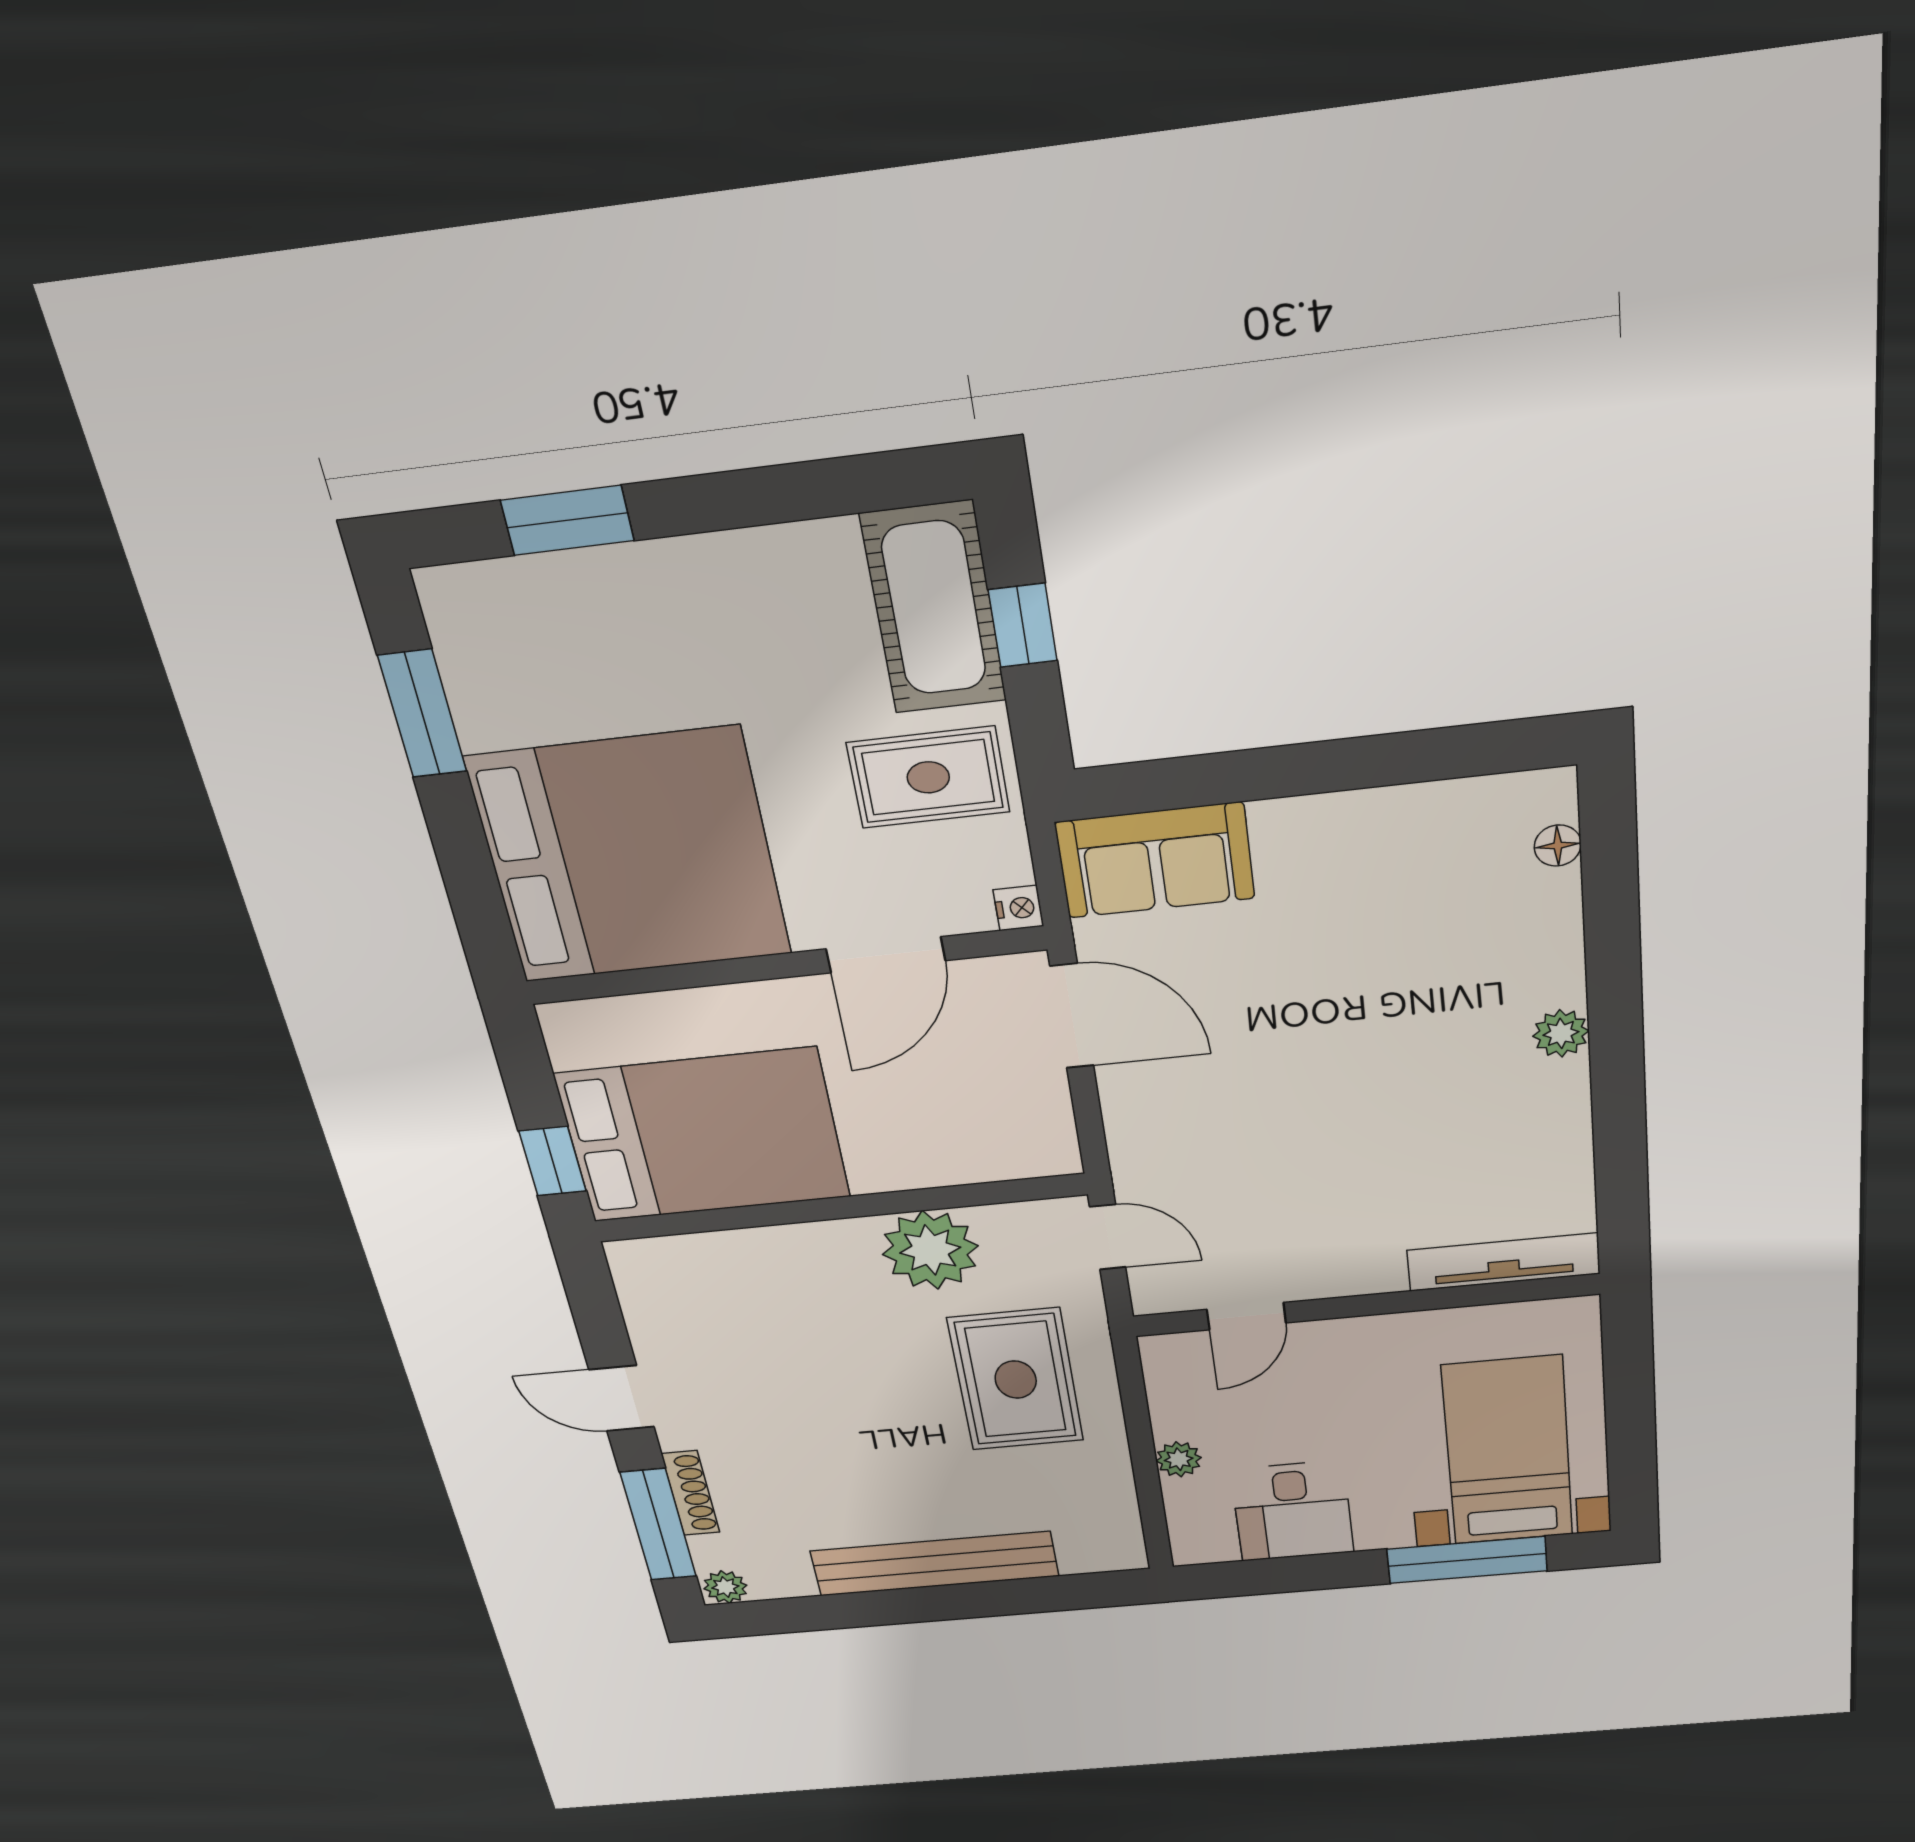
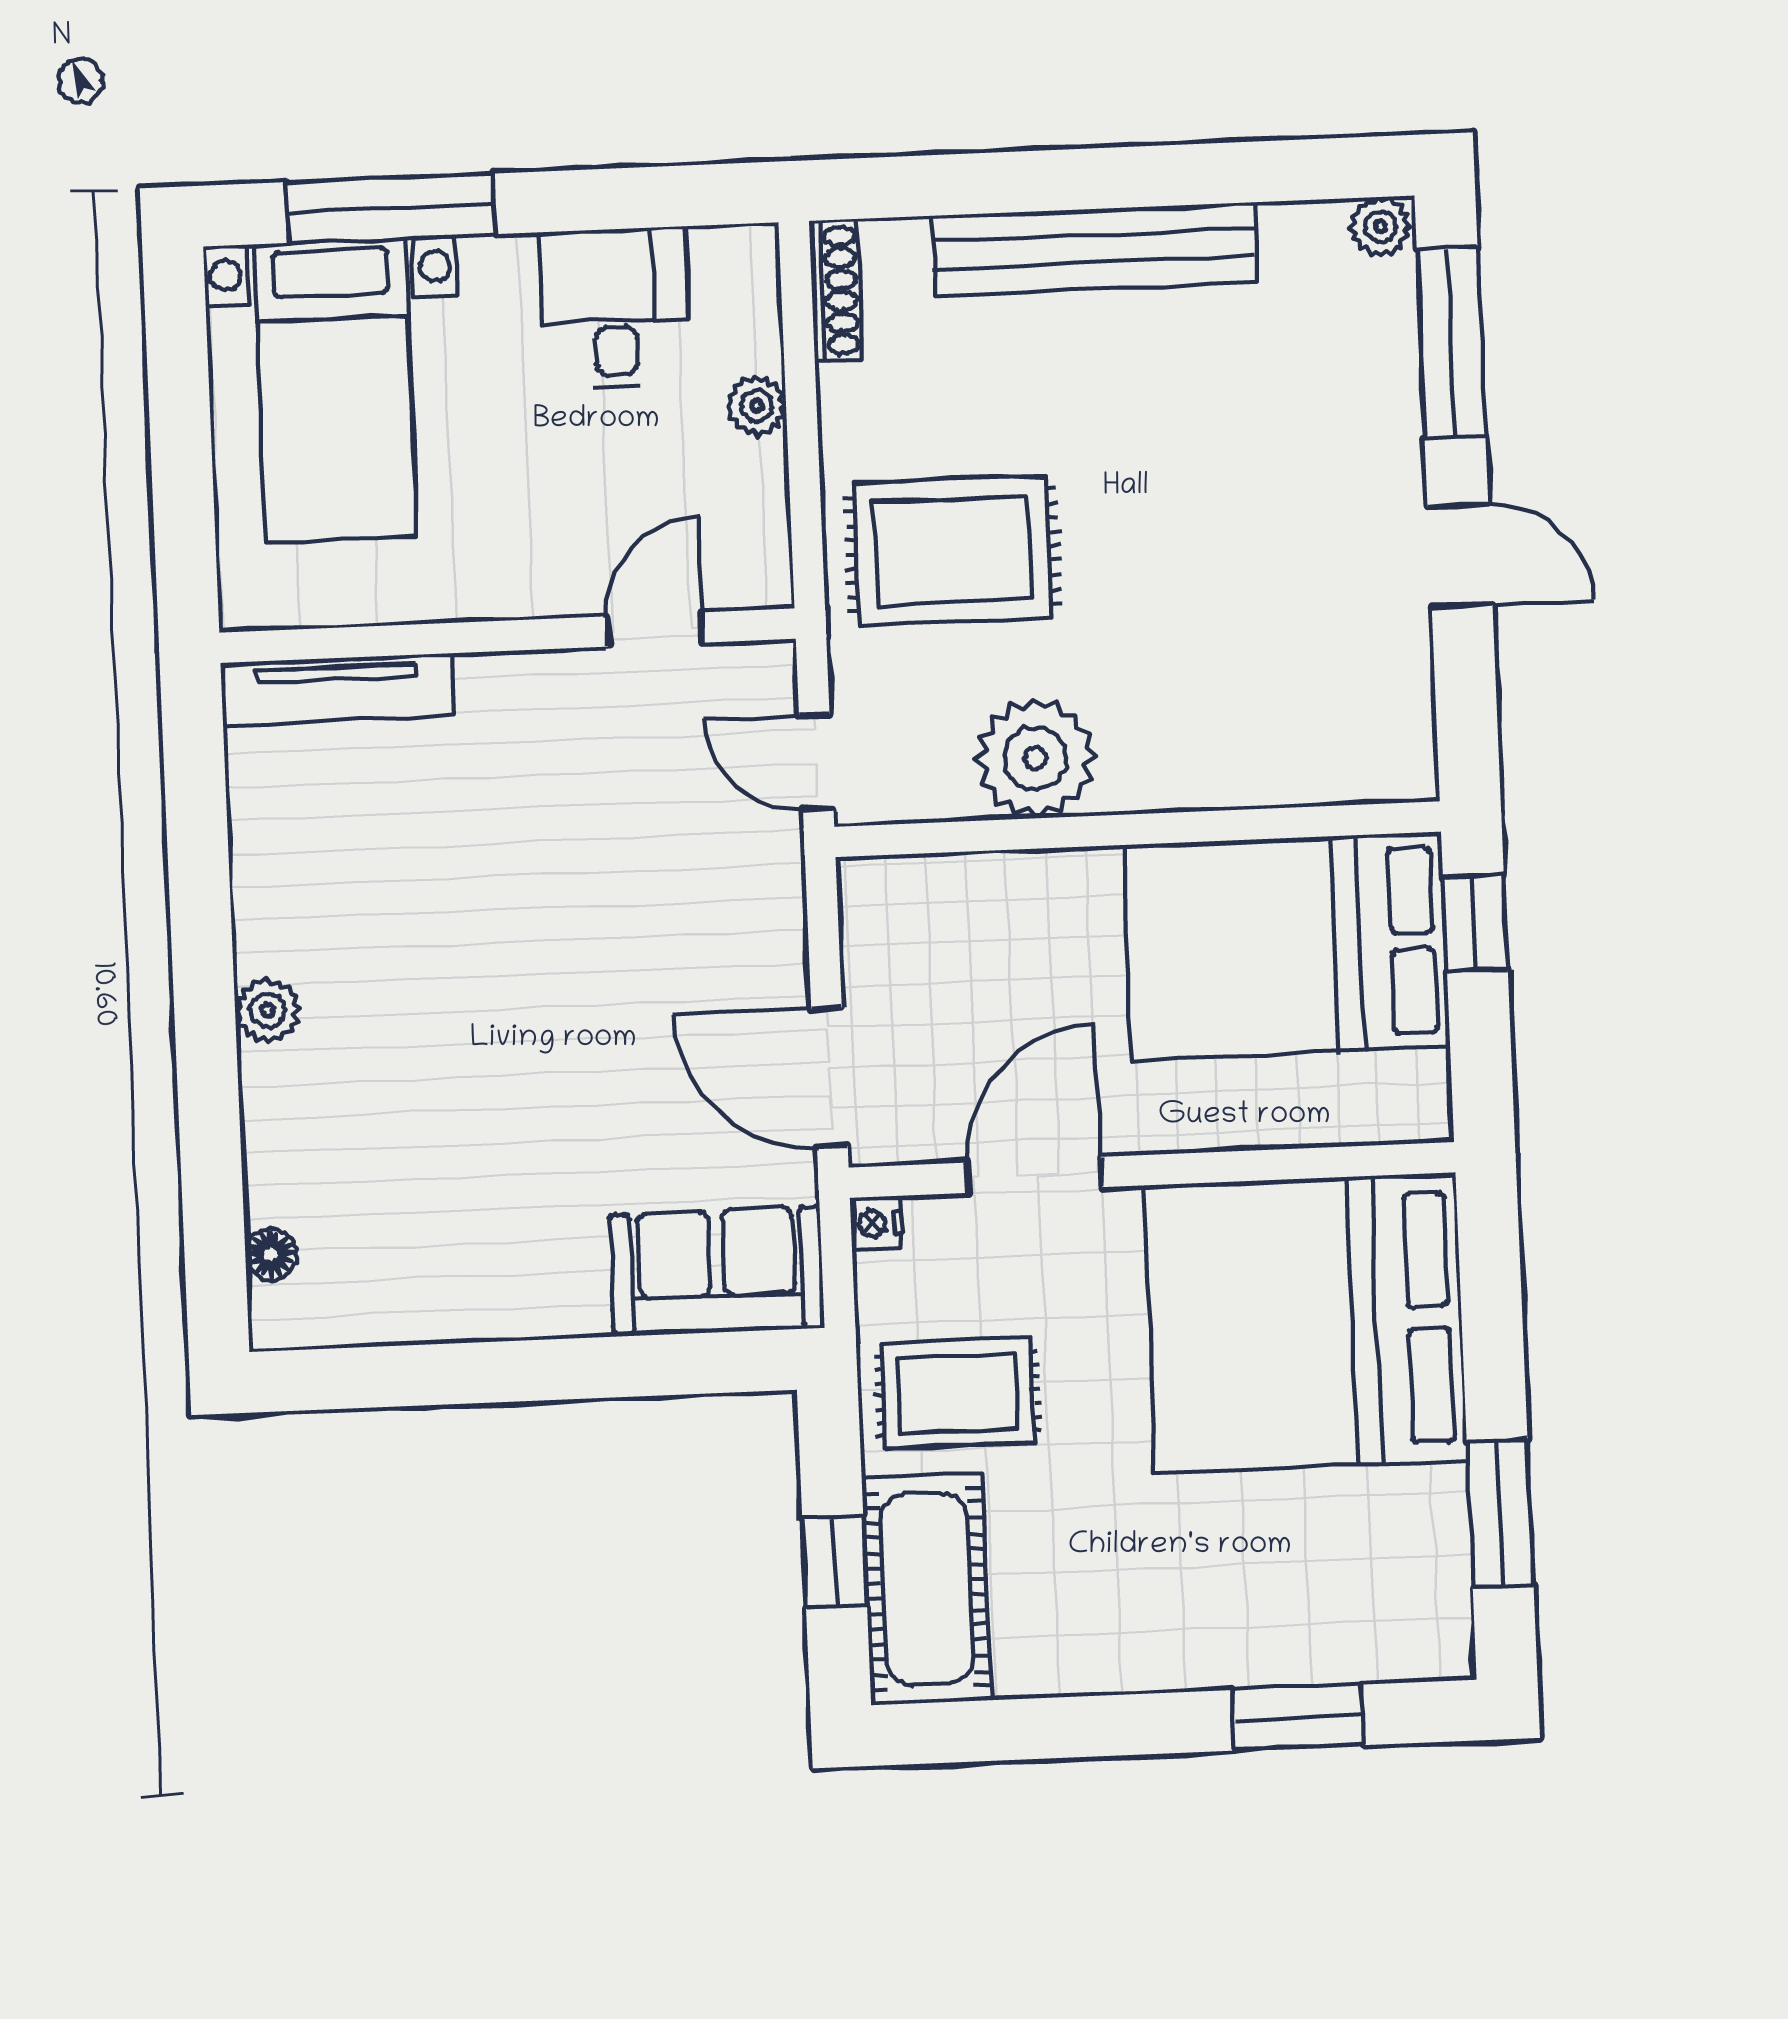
rug: (1016, 1380) -> (952, 550), turned 90
shoe rack: (691, 1493) -> (836, 290), moved, turned 180

